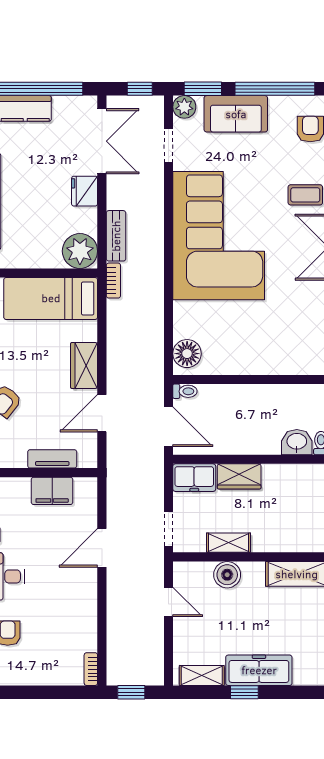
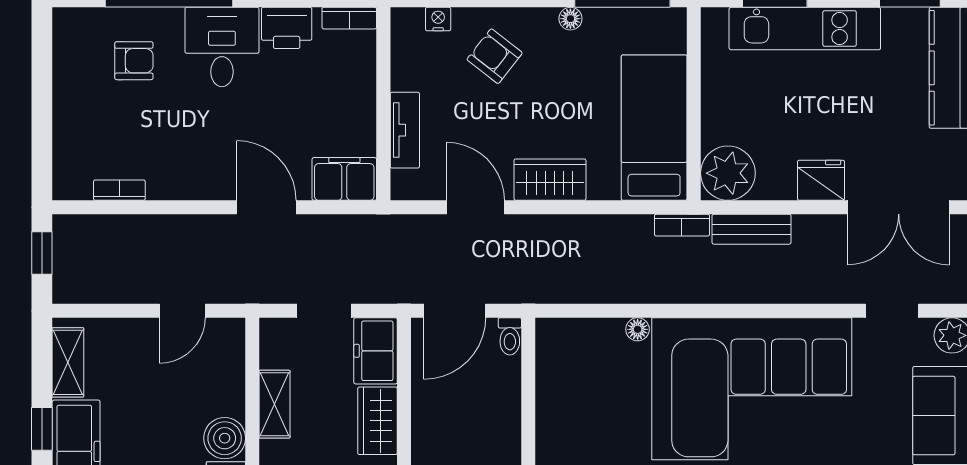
floor lamp: (187, 354) -> (638, 329), moved, width x0.53, depth x0.53
filing cabinet: (52, 491) -> (344, 179), moved, turned 90
doorway: (168, 529) -> (324, 311), moved
boiler: (227, 575) -> (225, 438), moved
bookcase: (91, 669) -> (119, 190), moved

